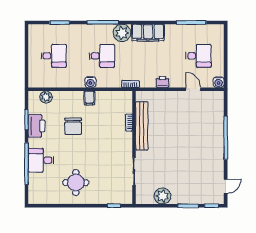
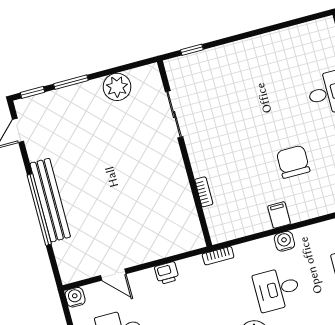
bench: (142, 126) -> (50, 200), moved
round table: (76, 183) -> (264, 71), removed

